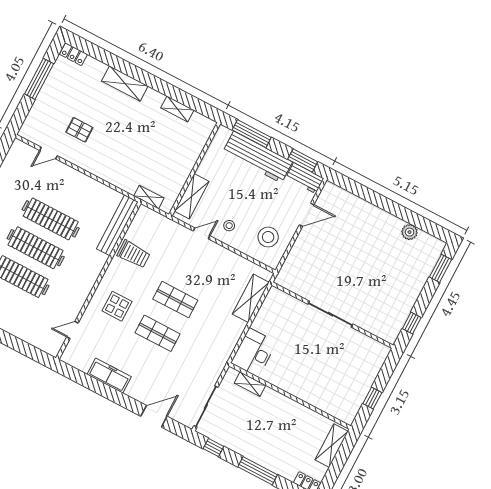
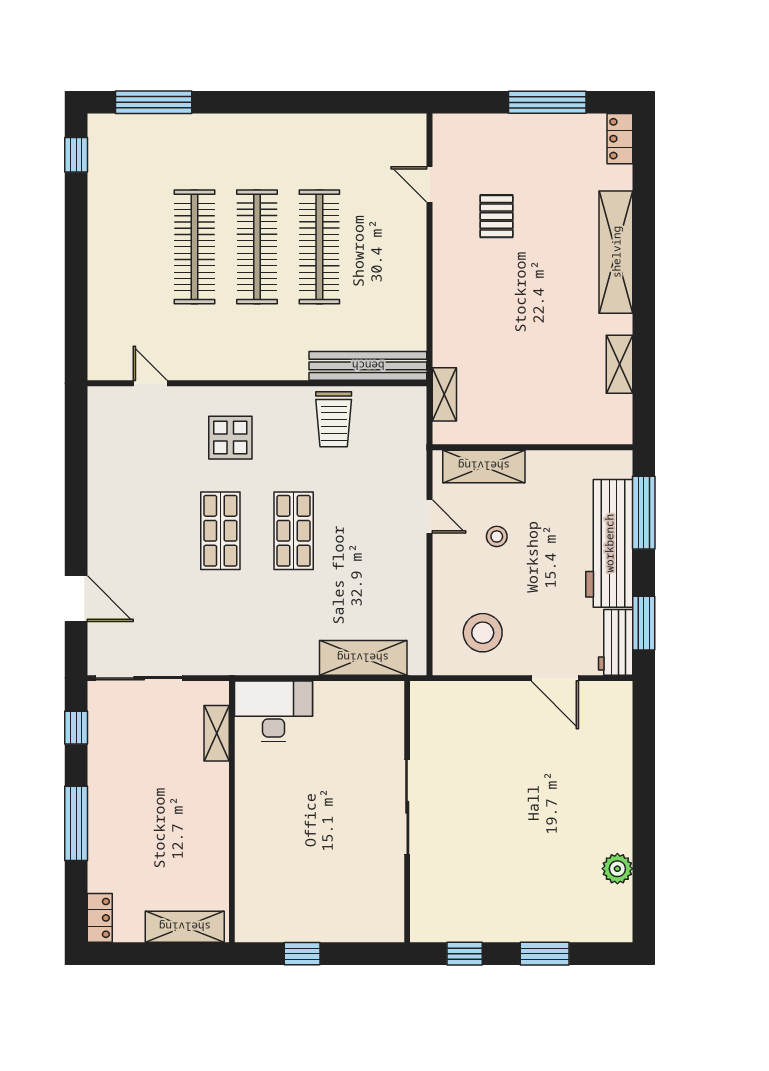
shelving: (125, 83) -> (616, 252), width x1.47
stool: (229, 226) -> (497, 536), moved
window: (440, 268) -> (545, 954), moved
freezer: (109, 376) -> (105, 486), removed

